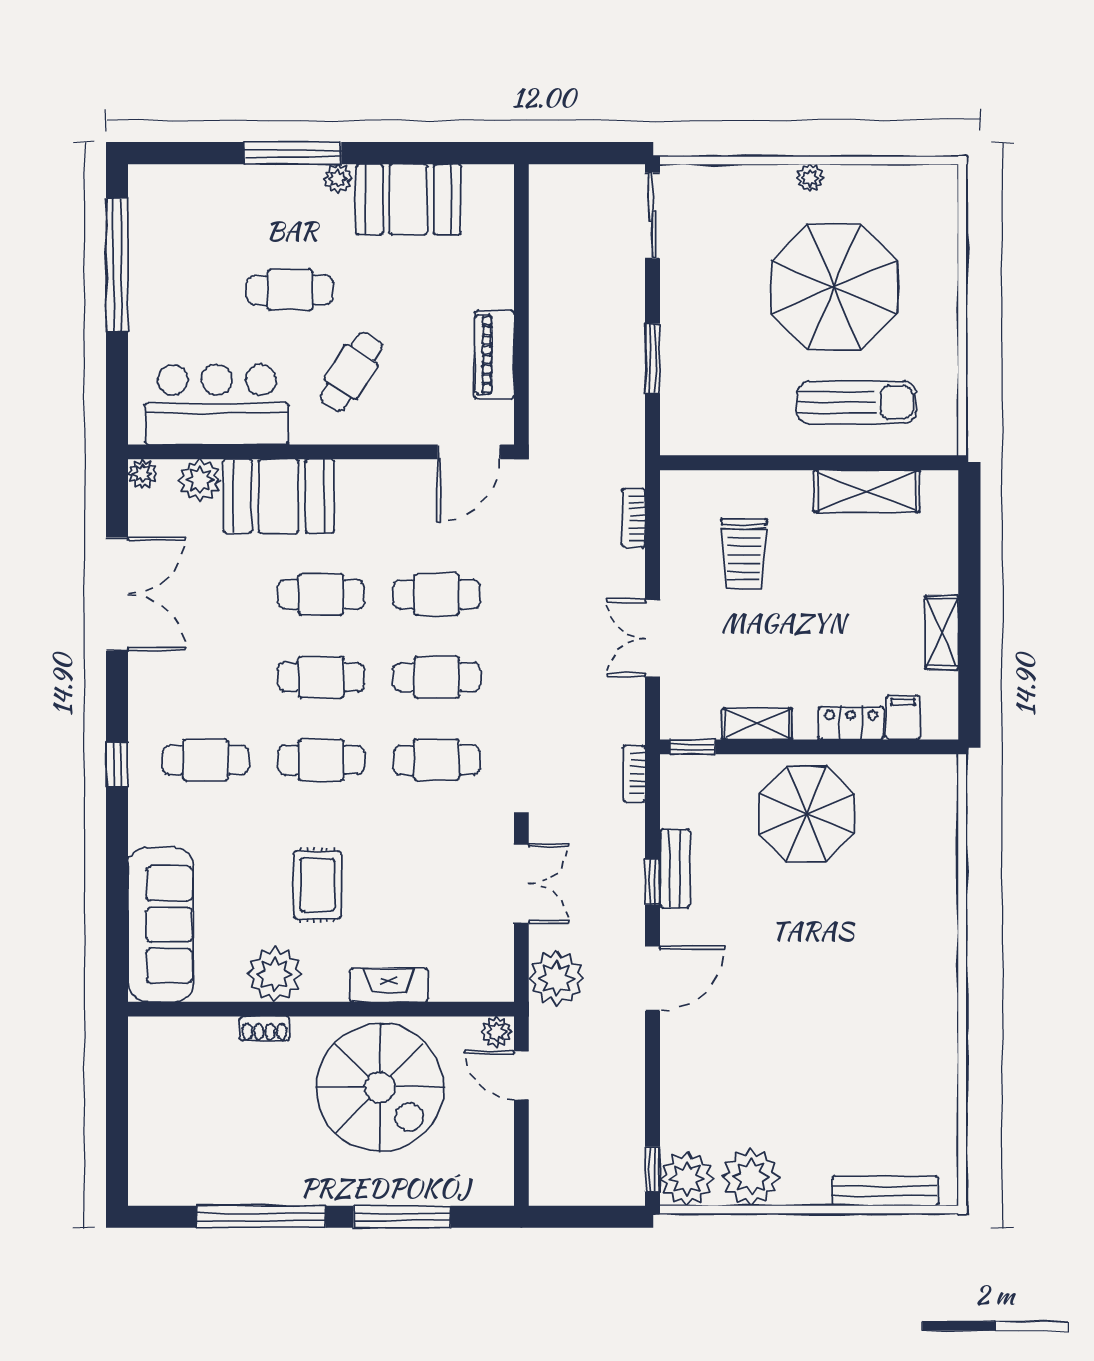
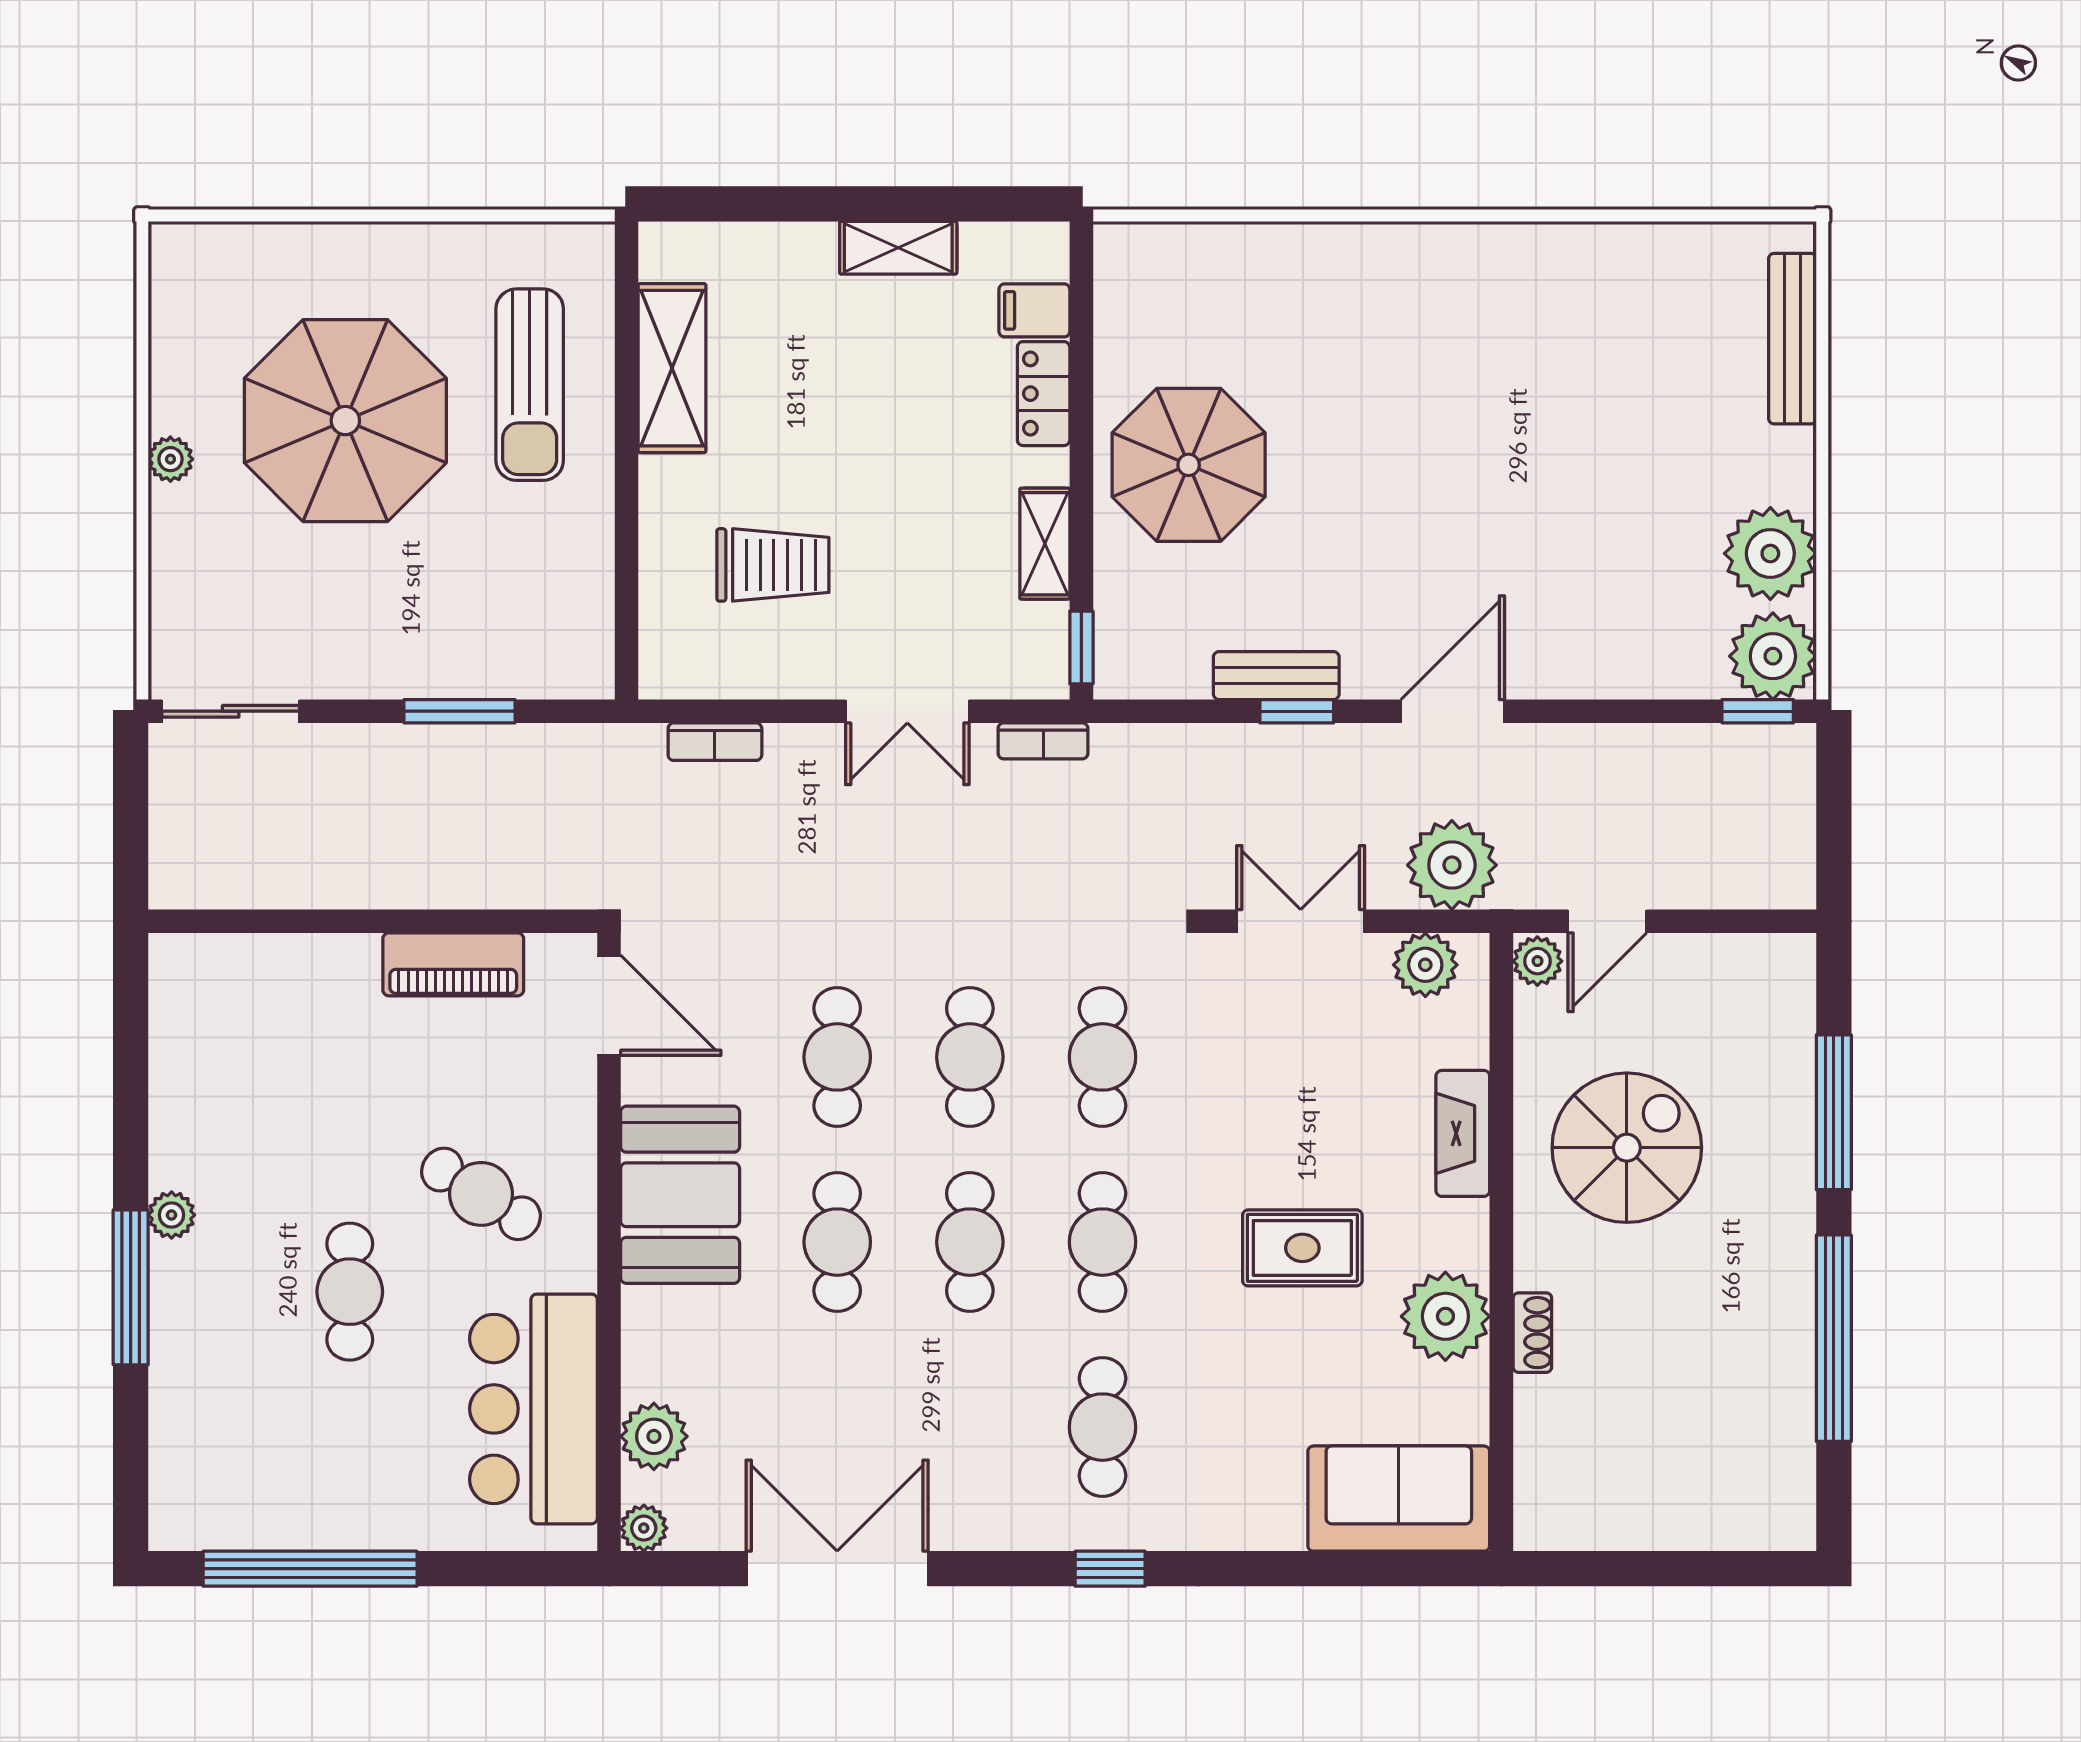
booth: (408, 199) -> (205, 1103), removed
sun lounger: (856, 402) -> (530, 385), turned 180
booth: (279, 496) -> (680, 1195), moved
bookcase: (634, 774) -> (1043, 741), moved
sofa: (161, 925) -> (1399, 1499), width x0.73
plant: (494, 962) -> (1425, 965), added
door: (653, 979) -> (1453, 711), hinge flipped
spiral stairs: (380, 1087) -> (1627, 1148), width x0.73, depth x0.73

